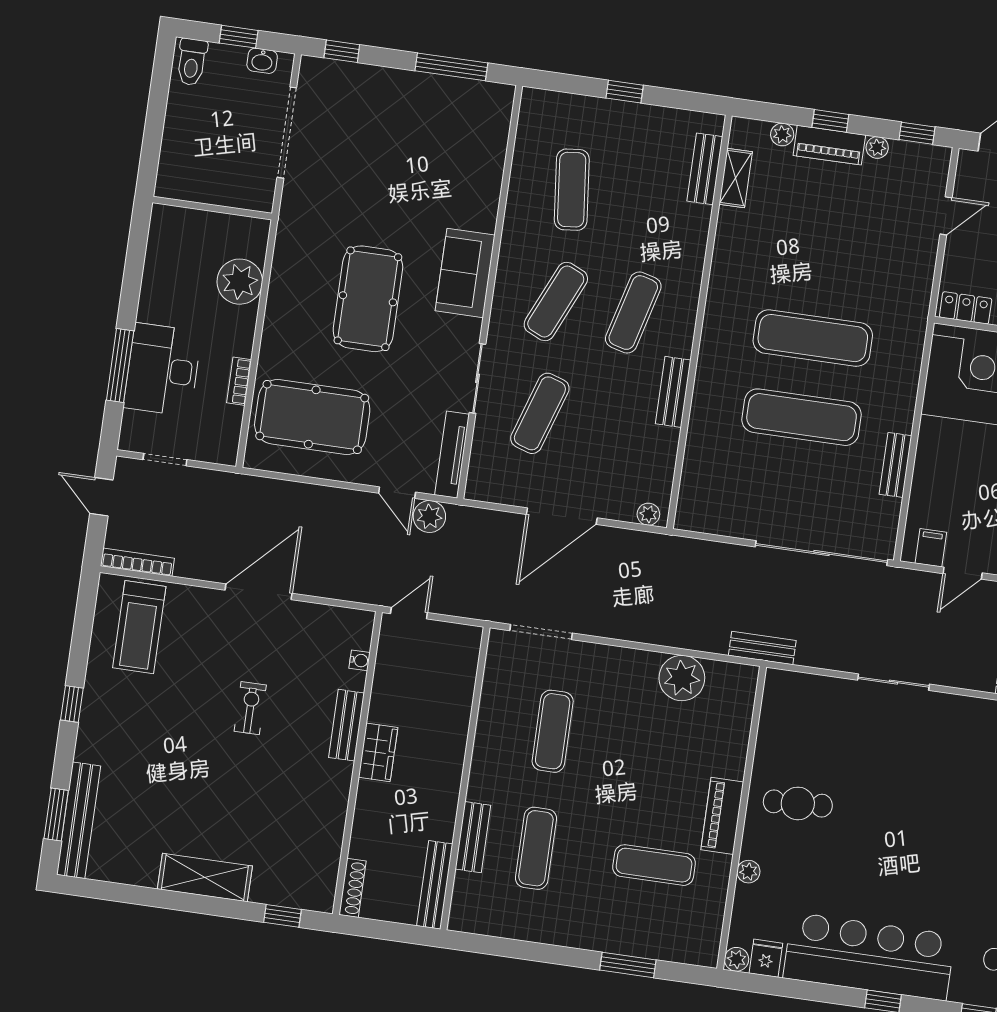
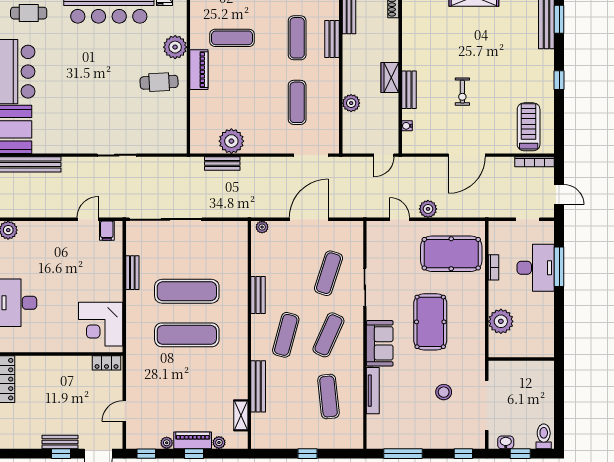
stool: (362, 168) -> (444, 392), added
bench: (705, 169) -> (258, 386), moved, width x1.36
tv unit: (452, 455) -> (373, 391), moved
plant: (429, 517) -> (428, 209), moved
bench: (762, 648) -> (222, 164), moved
plant: (455, 716) -> (351, 103), added
plant: (748, 872) -> (175, 47), width x1.88, depth x1.88

